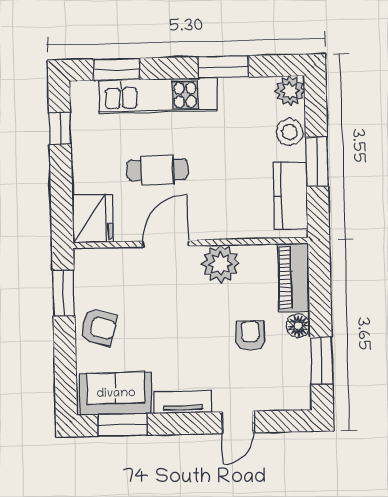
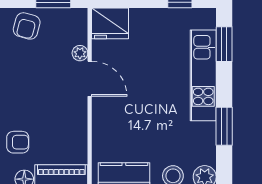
cafe table: (157, 170) -> (146, 74), removed
plant: (220, 264) -> (80, 53), moved, width x0.53, depth x0.53

